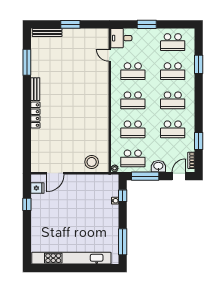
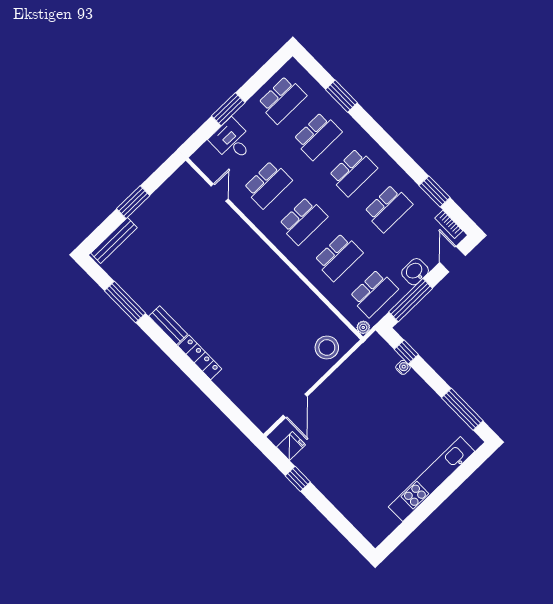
desk: (121, 38) -> (232, 141), moved, turned 90
door: (110, 55) -> (220, 193), swing flipped
kitchen unit: (71, 258) -> (432, 479), width x0.73

